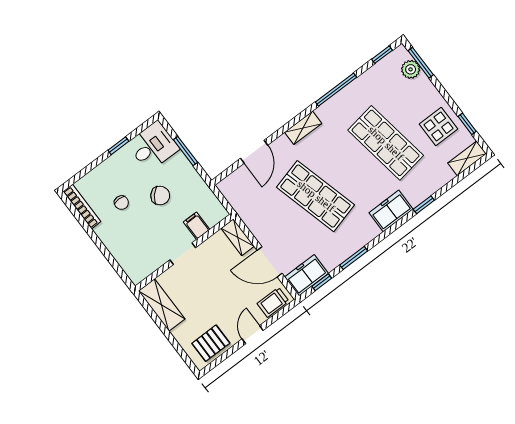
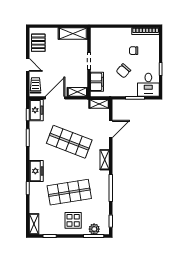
display table: (439, 127) -> (73, 220), moved
door: (254, 152) -> (111, 129), swing flipped
shelving: (232, 194) -> (99, 104), added
shop shelf: (316, 196) -> (69, 142), turned 36
filing cabinet: (197, 226) -> (97, 82), width x2.00

